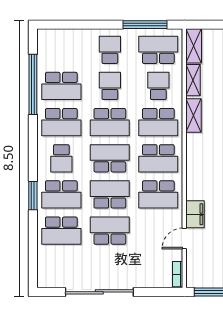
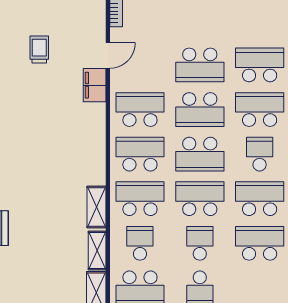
school desk: (110, 86) -> (200, 243), turned 180
school desk: (158, 86) -> (140, 243), turned 180

